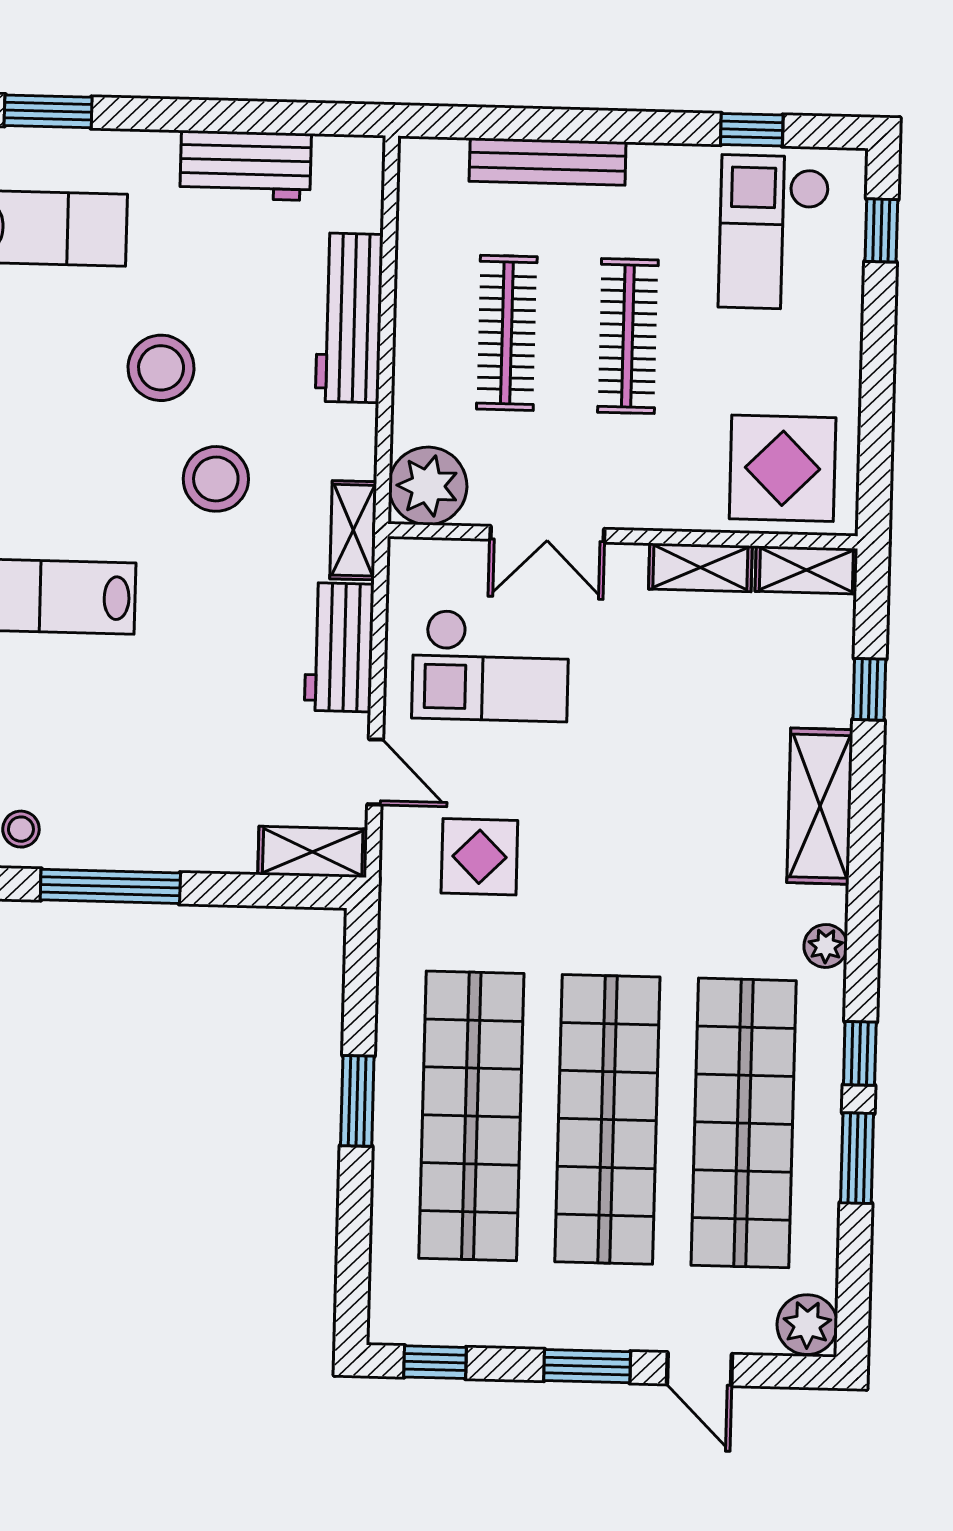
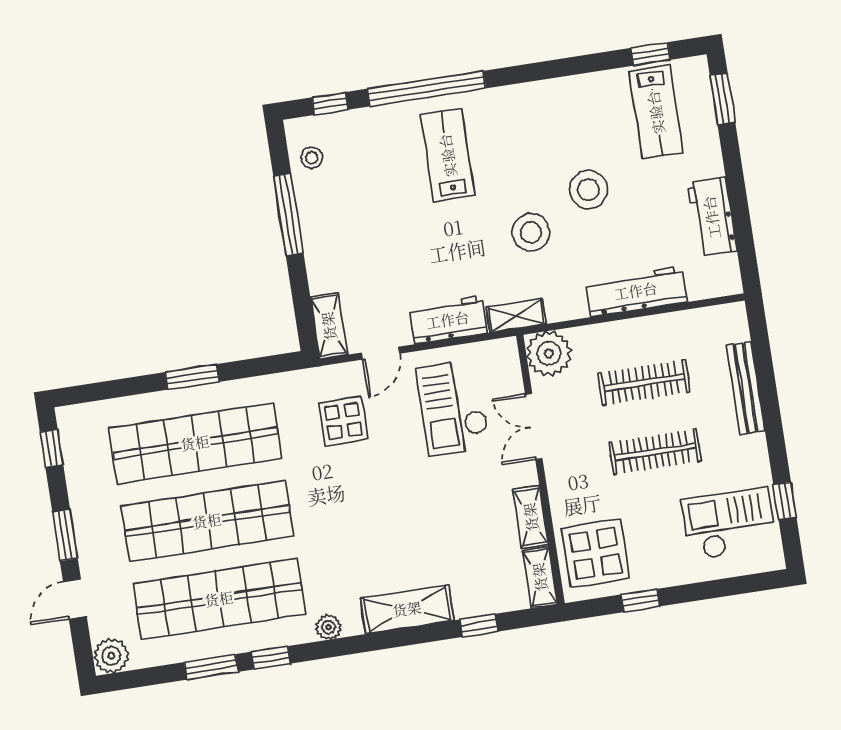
window: (881, 230) -> (640, 600), moved

